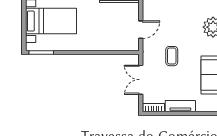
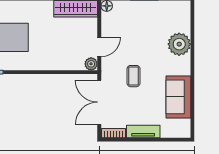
plant: (133, 45) -> (91, 64), added
double door: (141, 80) -> (99, 102), width x1.37

